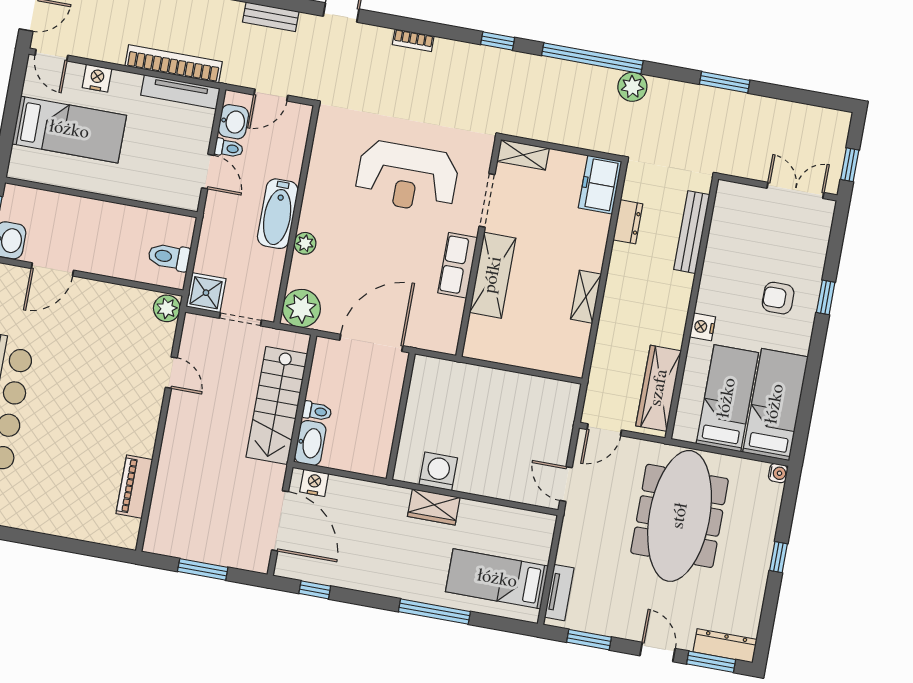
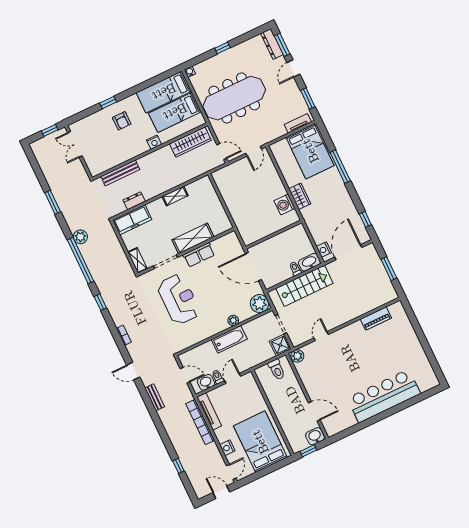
bed: (69, 130) -> (260, 442), width x1.50
freezer: (600, 185) -> (132, 220), width x1.40
bed: (497, 579) -> (310, 151), width x1.50

